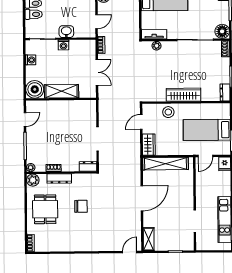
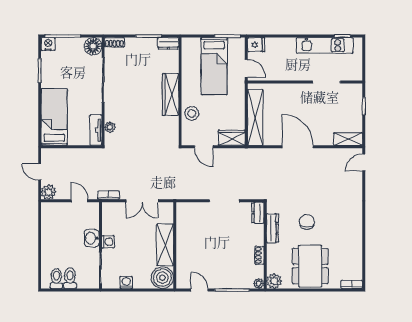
double door: (97, 72) -> (142, 201), swing flipped
dresser: (59, 178) -> (272, 228), moved
dining table: (45, 209) -> (310, 266), width x1.38
door: (130, 252) -> (364, 162), hinge flipped

